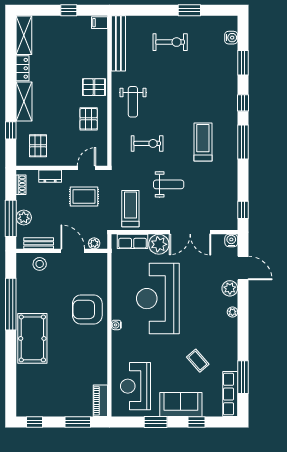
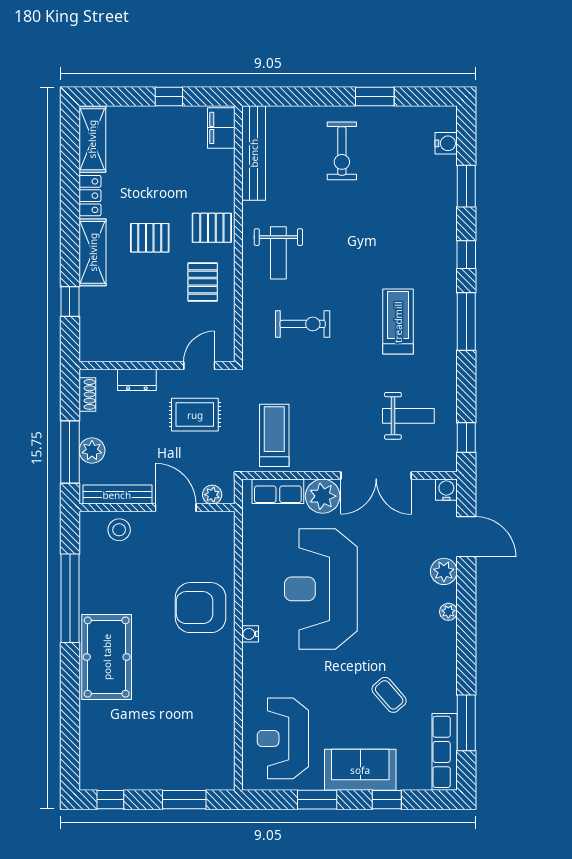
filing cabinet: (99, 23) -> (221, 128), width x2.00
exercise bike: (170, 42) -> (342, 151), turned 90
pallet: (38, 146) -> (150, 238), moved, turned 90
weight bench: (169, 184) -> (408, 416), moved
bench: (39, 243) -> (117, 495), width x1.36
piano: (100, 401) -> (223, 763), removed

